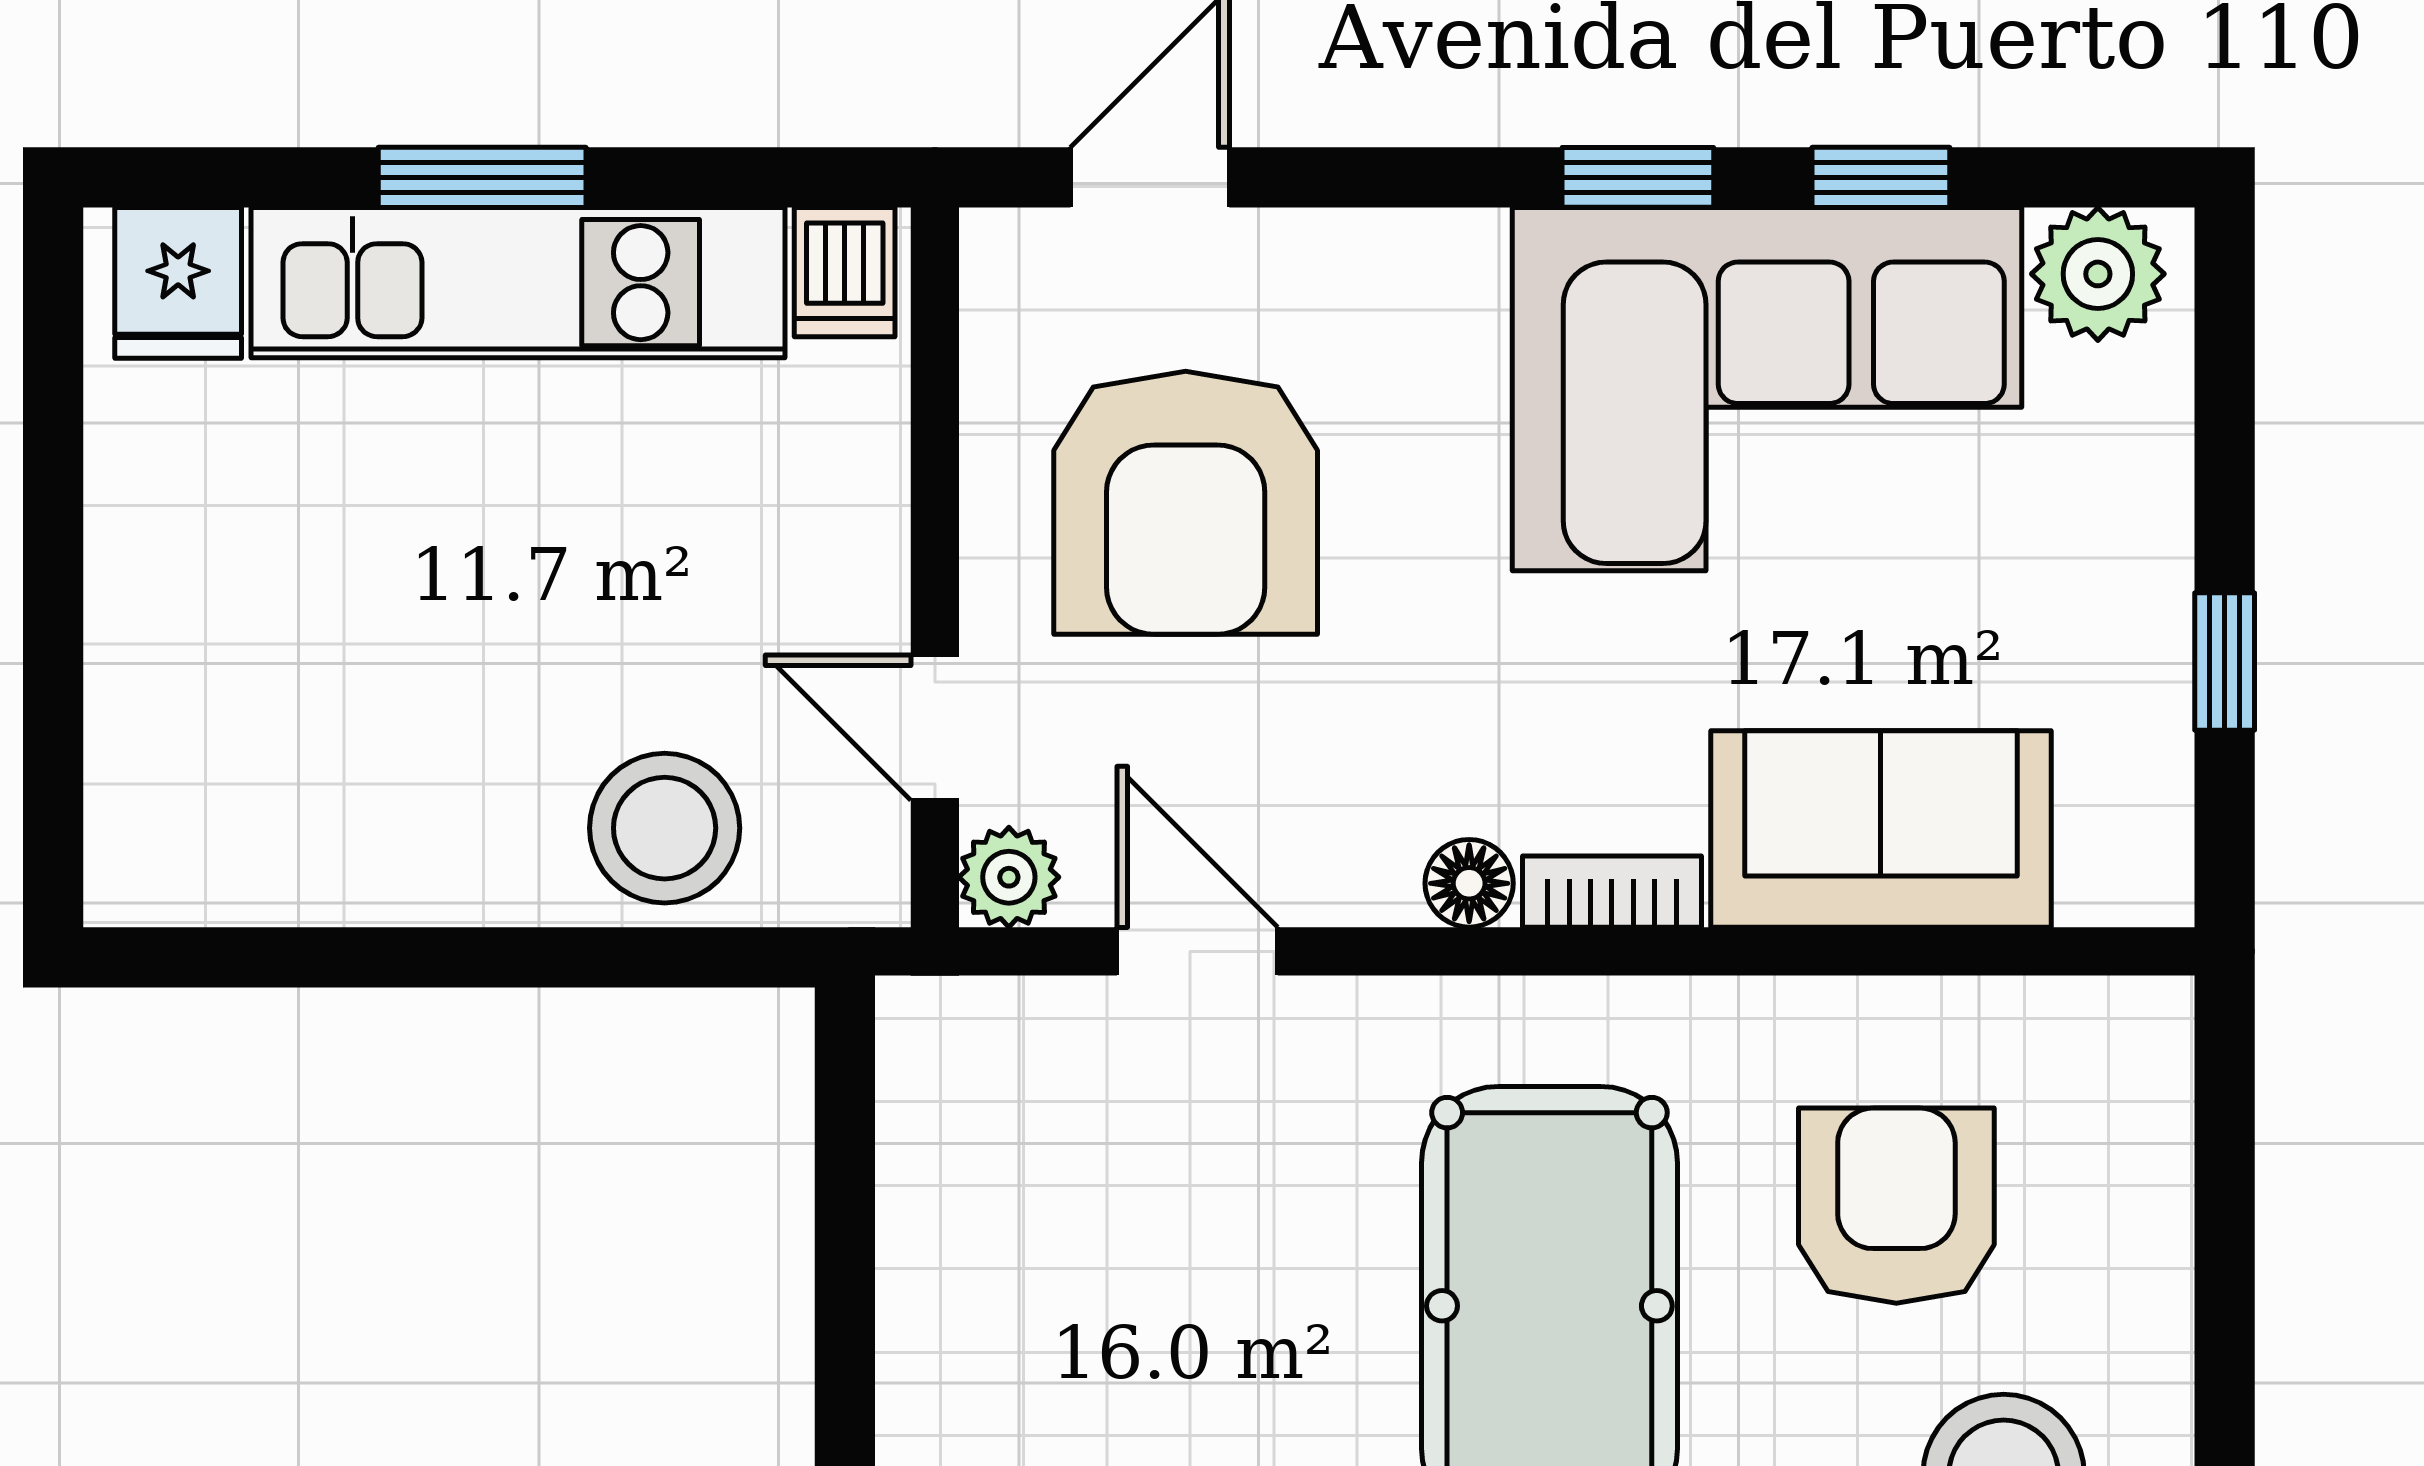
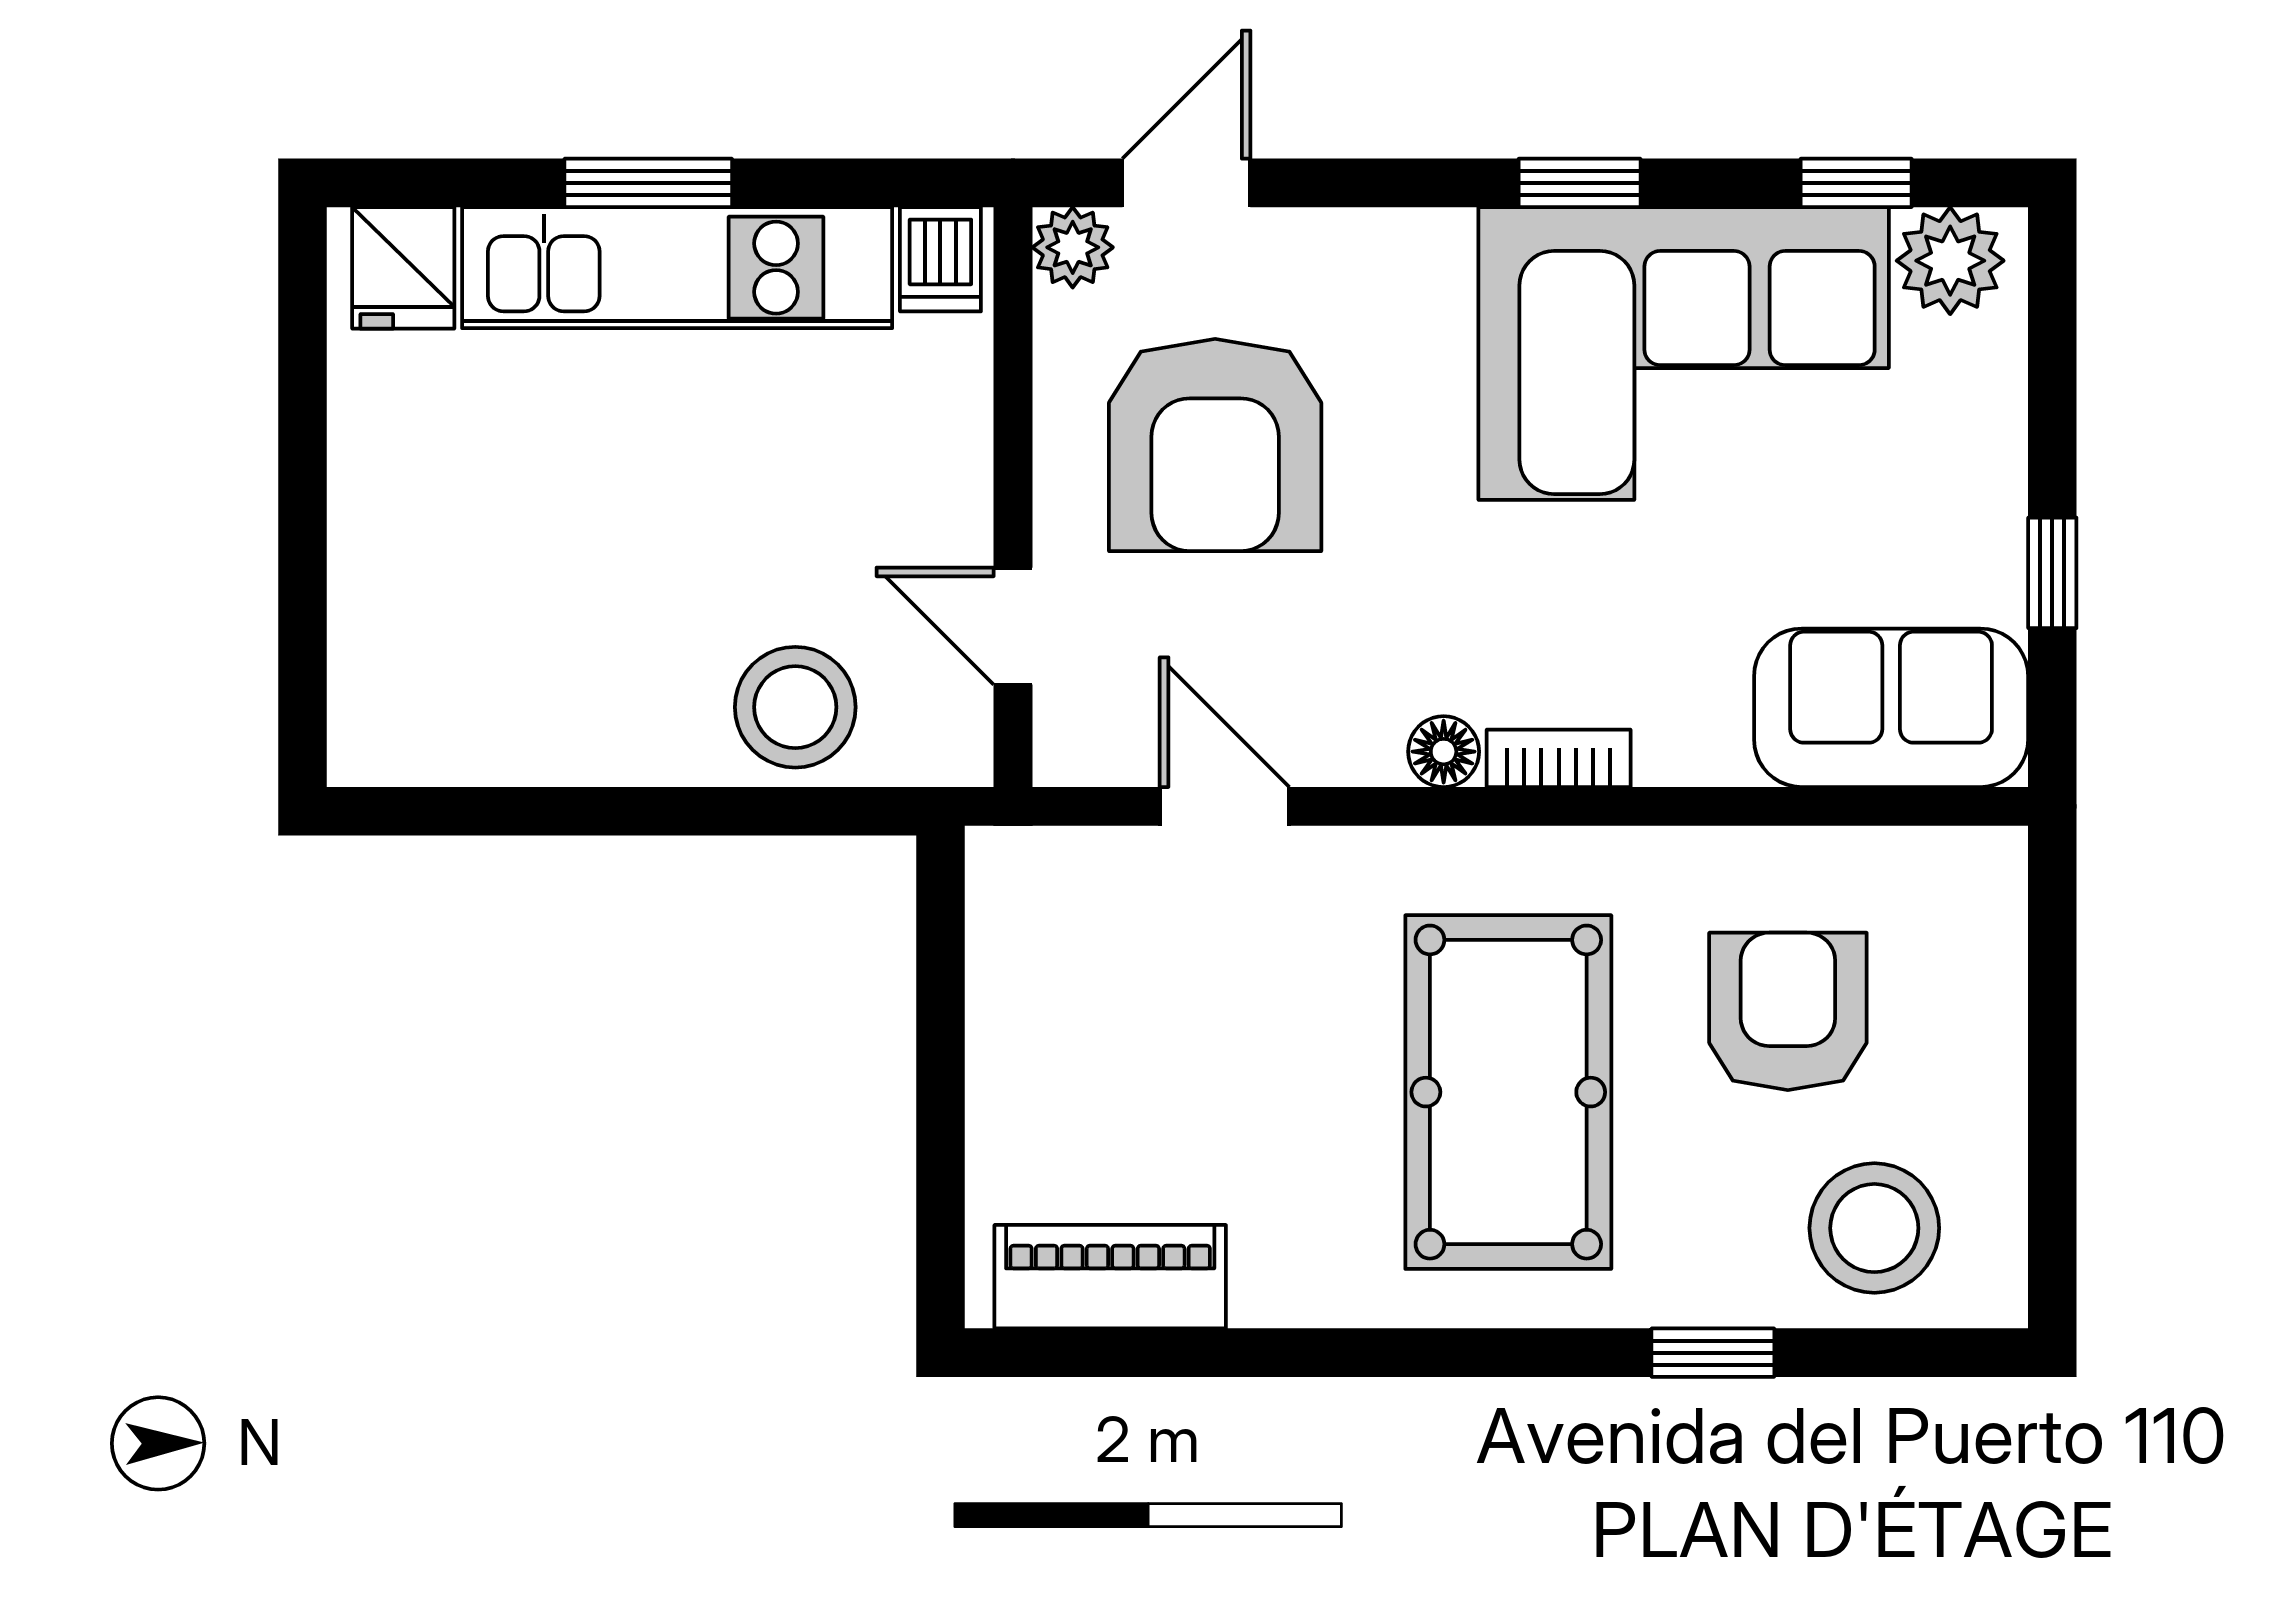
window: (1881, 177) -> (1856, 183), moved
sofa: (1881, 829) -> (1891, 708), moved
plant: (1009, 877) -> (1073, 247), moved

